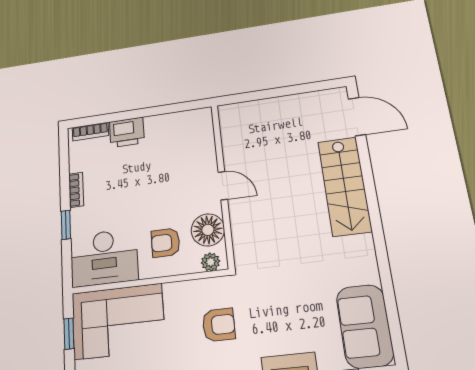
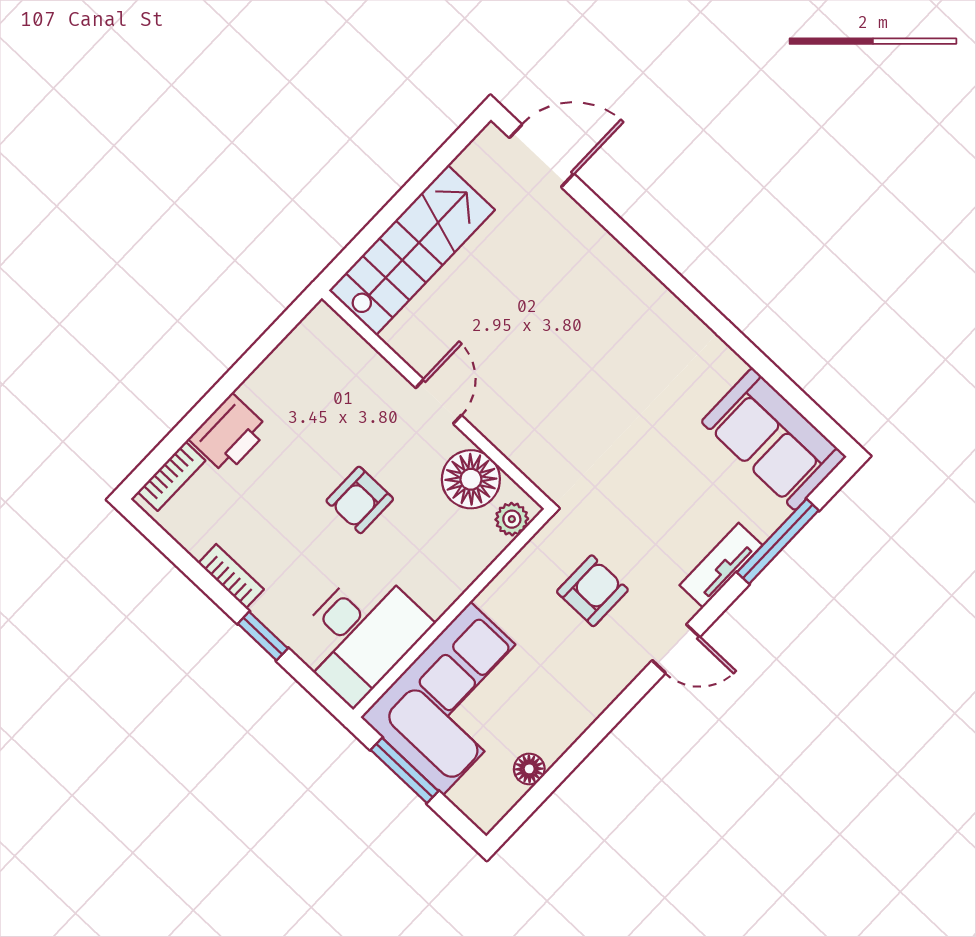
door: (223, 186) -> (438, 401), hinge flipped
stairs: (345, 186) -> (412, 250), moved, turned -90
armchair: (165, 243) -> (360, 500), moved
window: (69, 334) -> (405, 770), width x1.50

